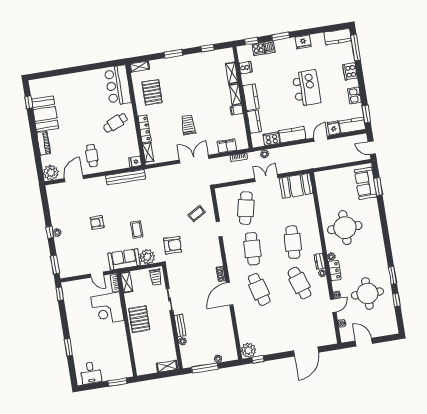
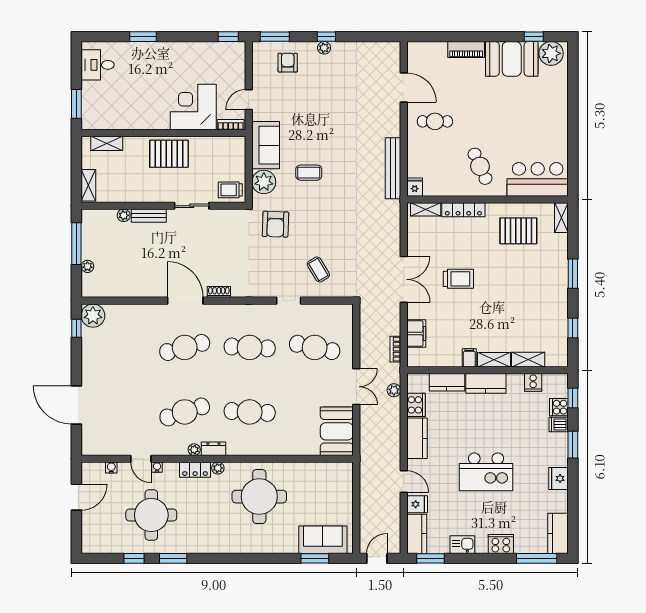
plant: (51, 173) -> (551, 53), moved
armchair: (97, 223) -> (288, 63), moved
shelving: (127, 282) -> (107, 143), moved

